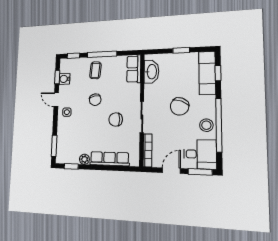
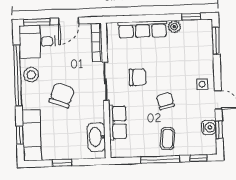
row of seats: (134, 69) -> (118, 123), moved

